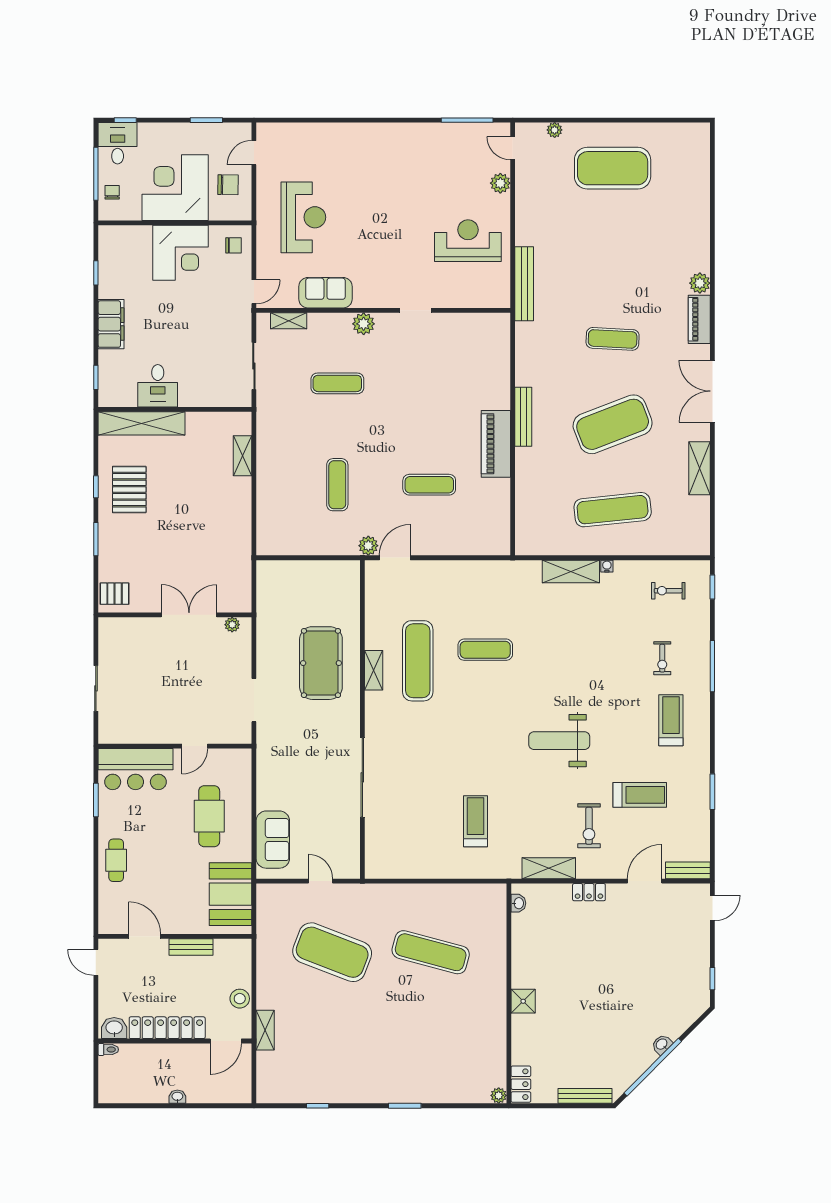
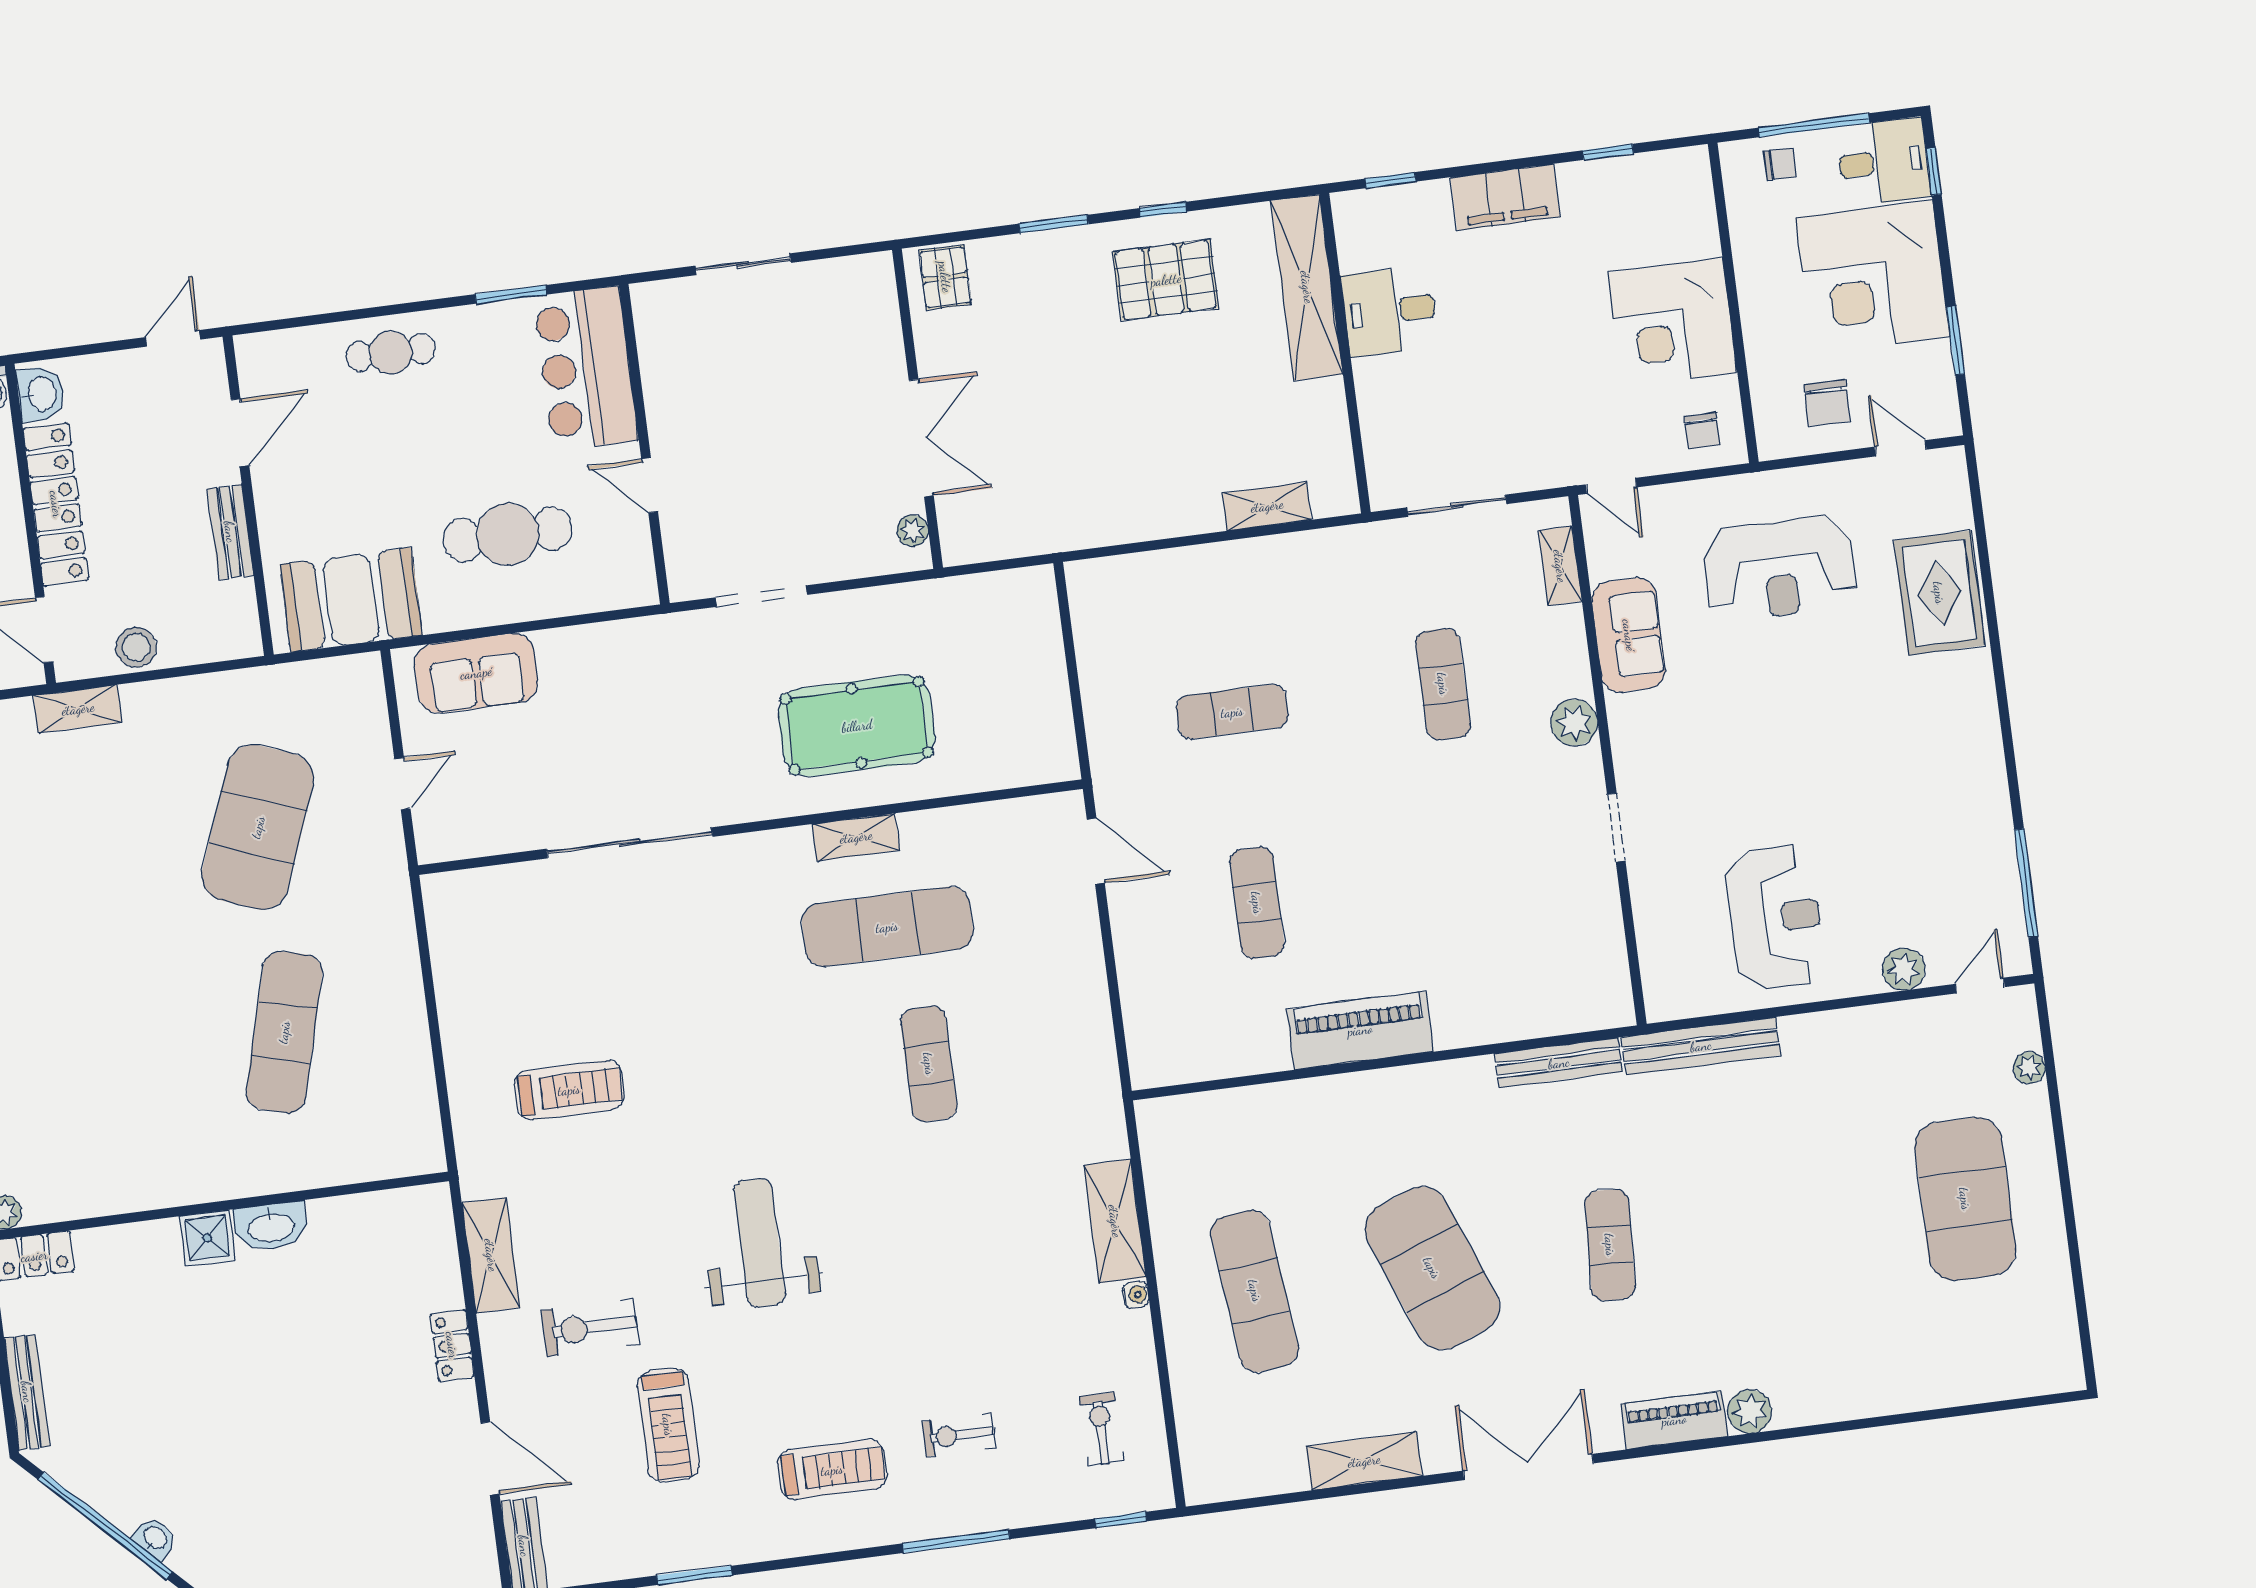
rug: (325, 143) -> (1939, 593), added
corner desk: (175, 188) -> (1873, 277), moved, turned 180
bench: (523, 417) -> (1559, 1063), moved
plant: (368, 546) -> (1114, 792), removed
washbasin: (518, 903) -> (271, 1226), moved, width x1.91, depth x1.45

